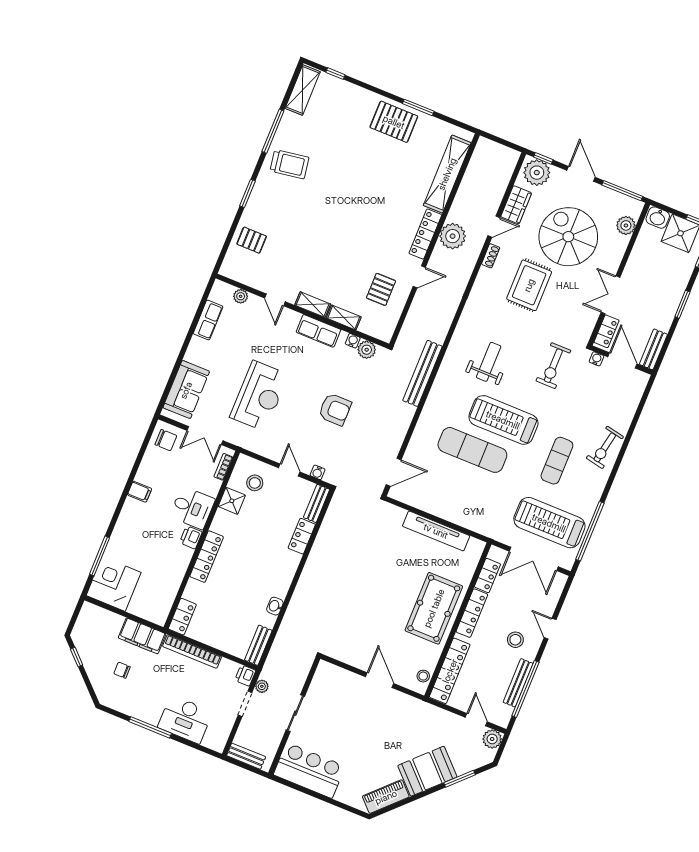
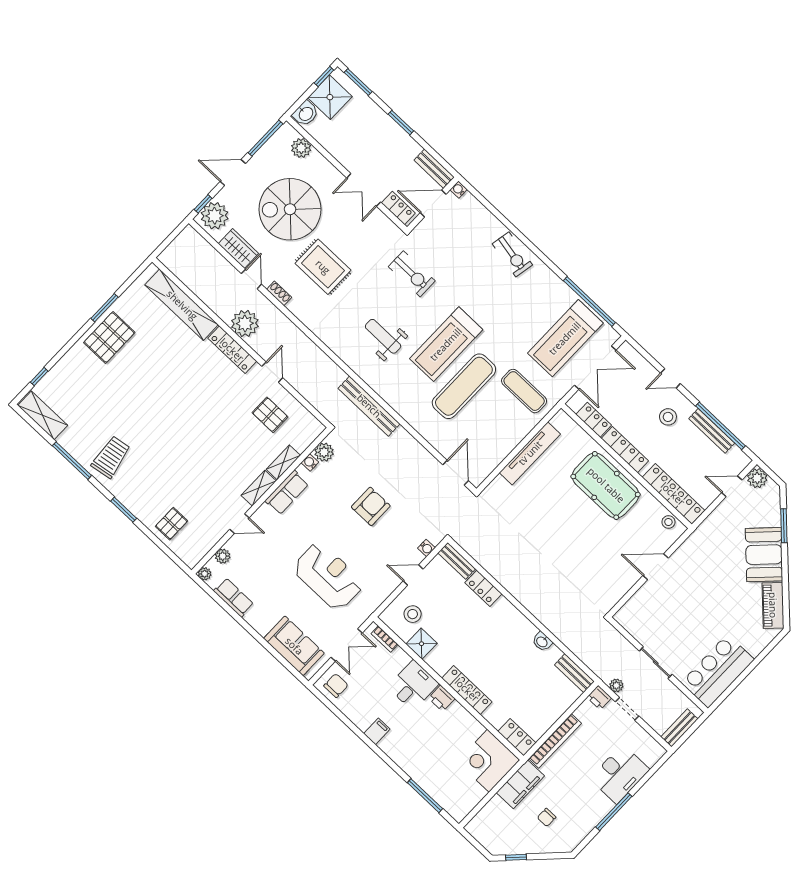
plant: (219, 286) -> (205, 574), added
water cooler: (596, 359) -> (459, 190), moved
exercise mat: (557, 461) -> (524, 391), moved
corner desk: (114, 584) -> (488, 761), moved

